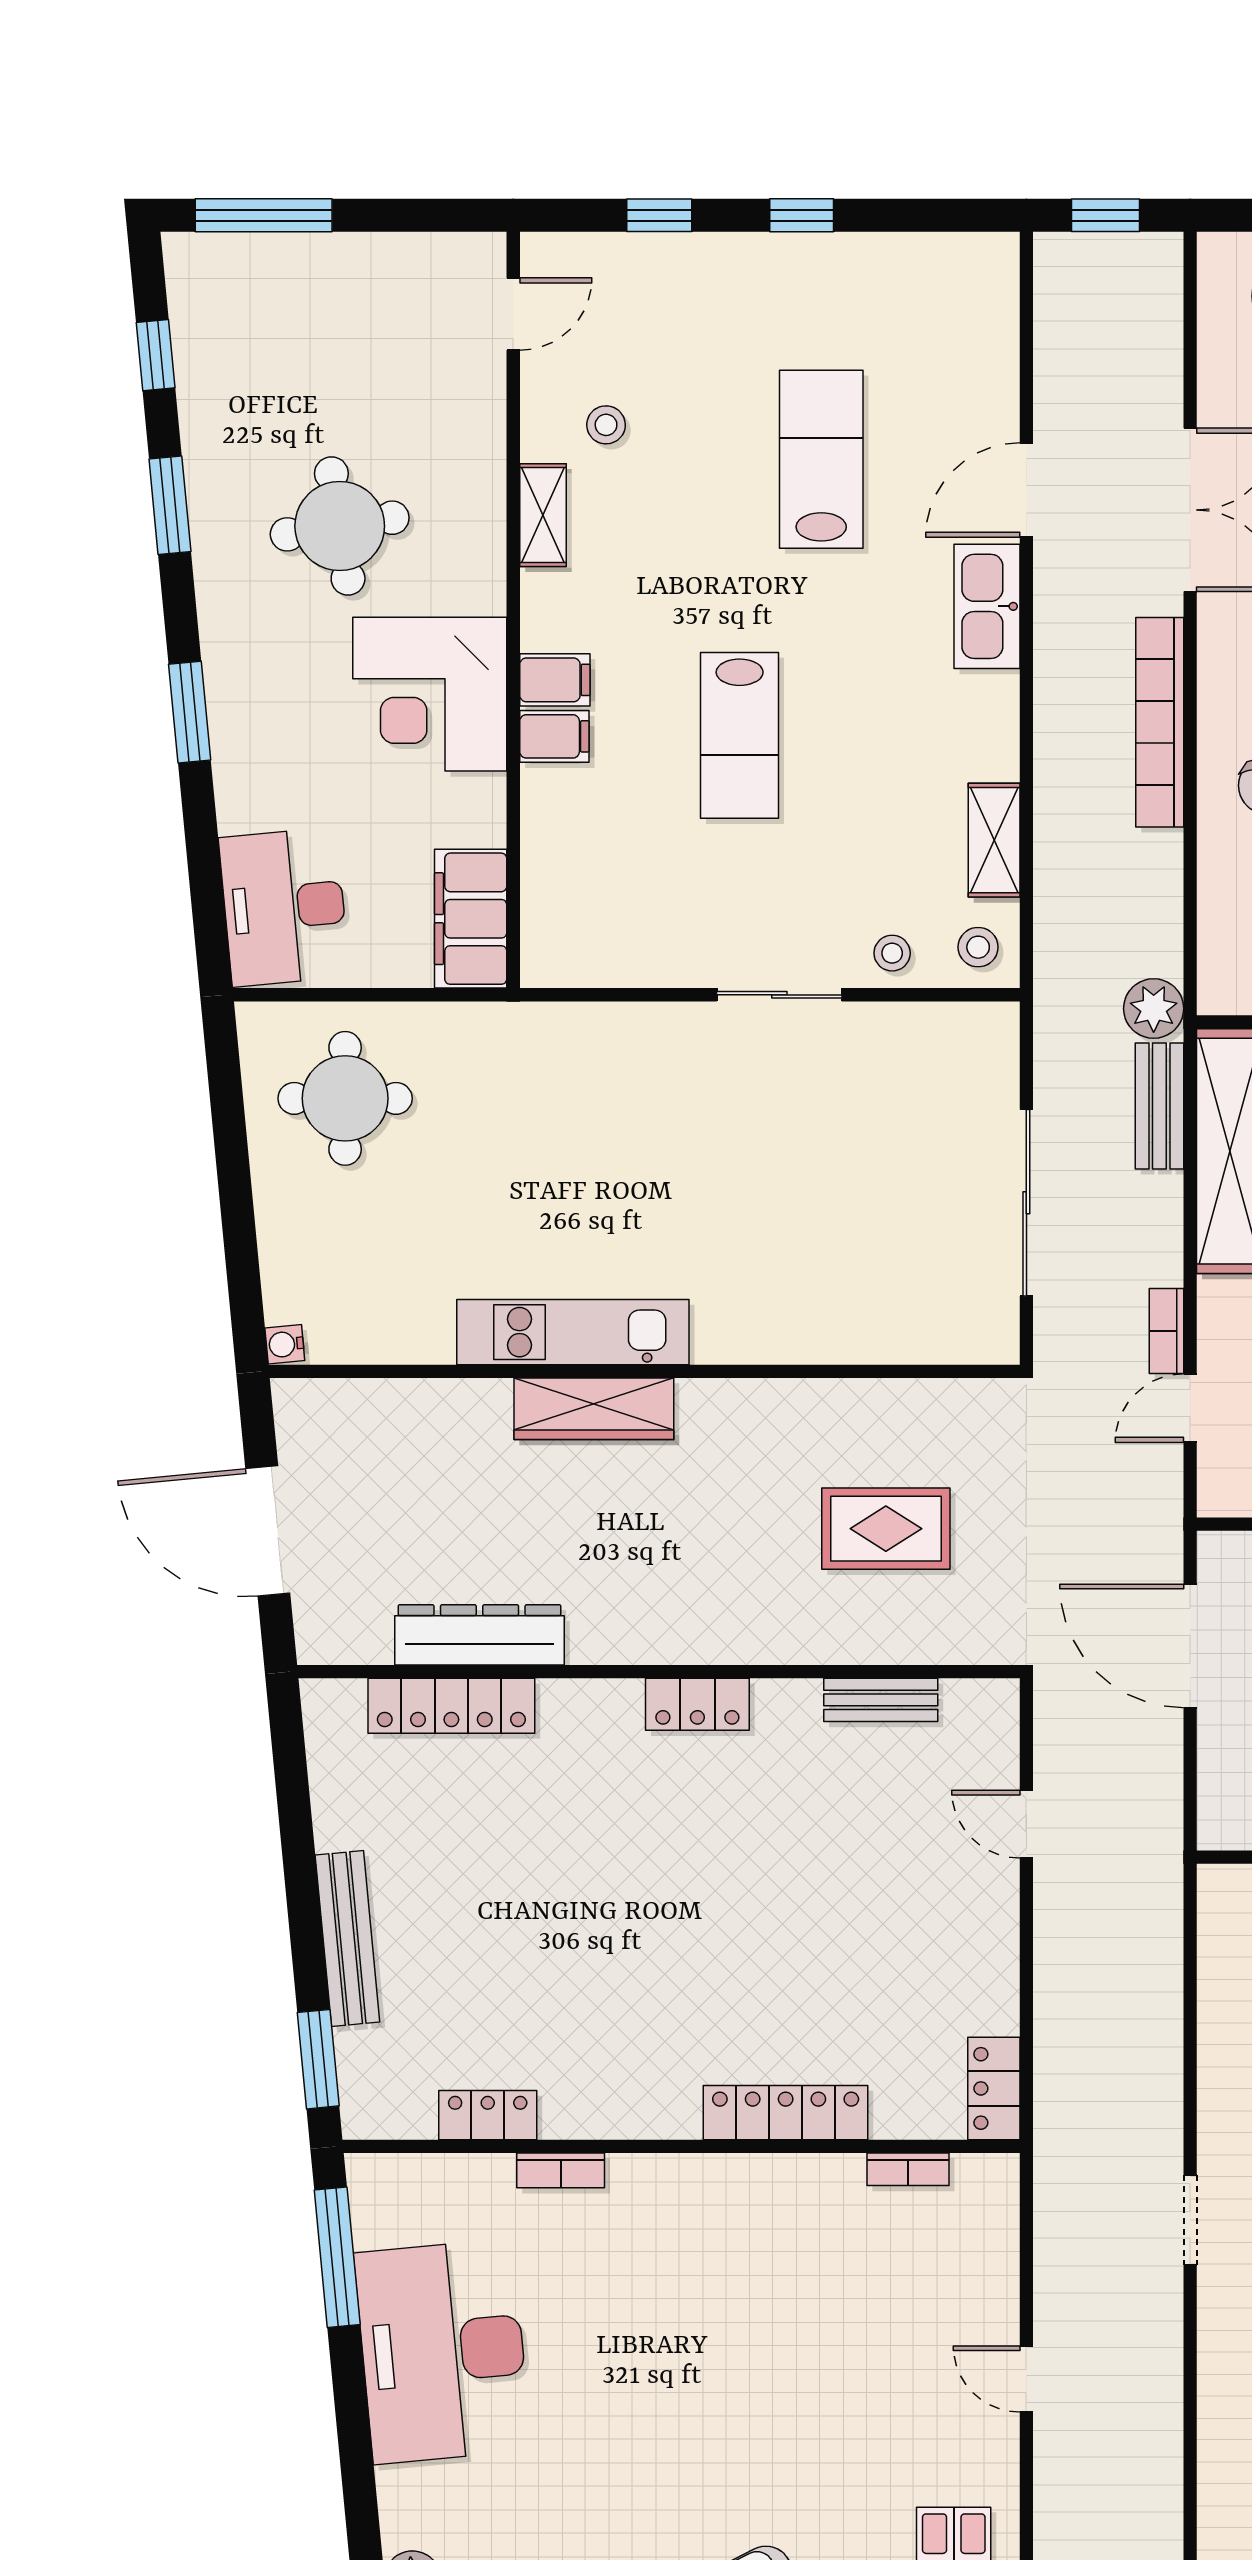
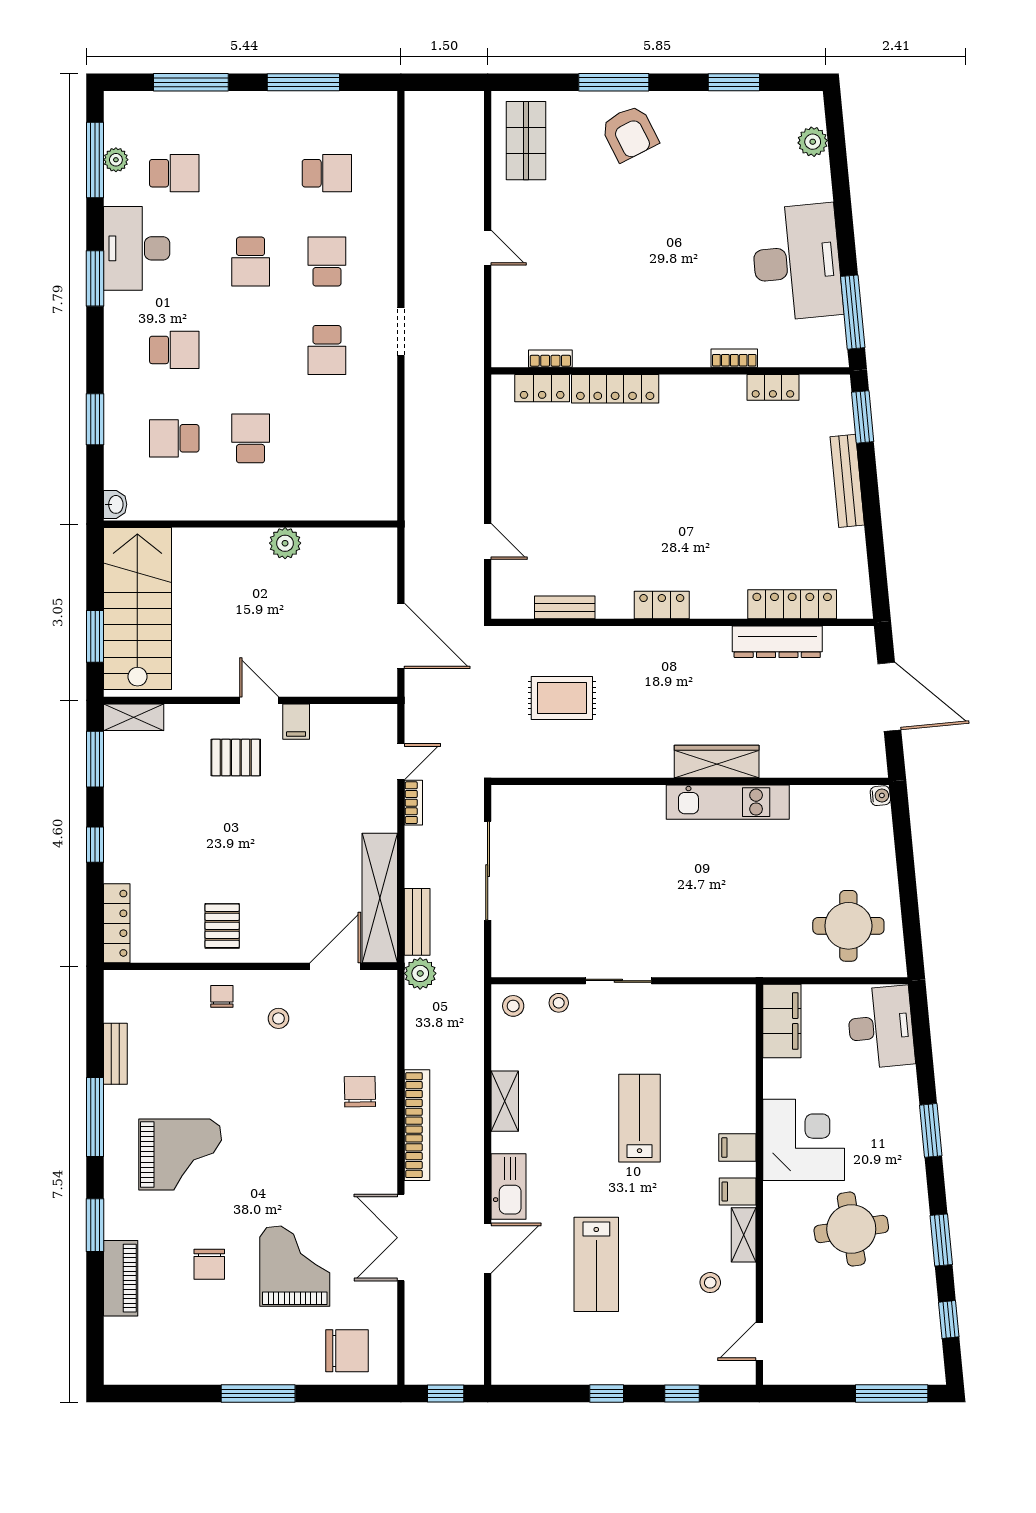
filing cabinet: (554, 736) -> (738, 1192), moved
shelving: (994, 840) -> (505, 1101), moved
locker: (994, 2088) -> (542, 388), moved, turned 90

